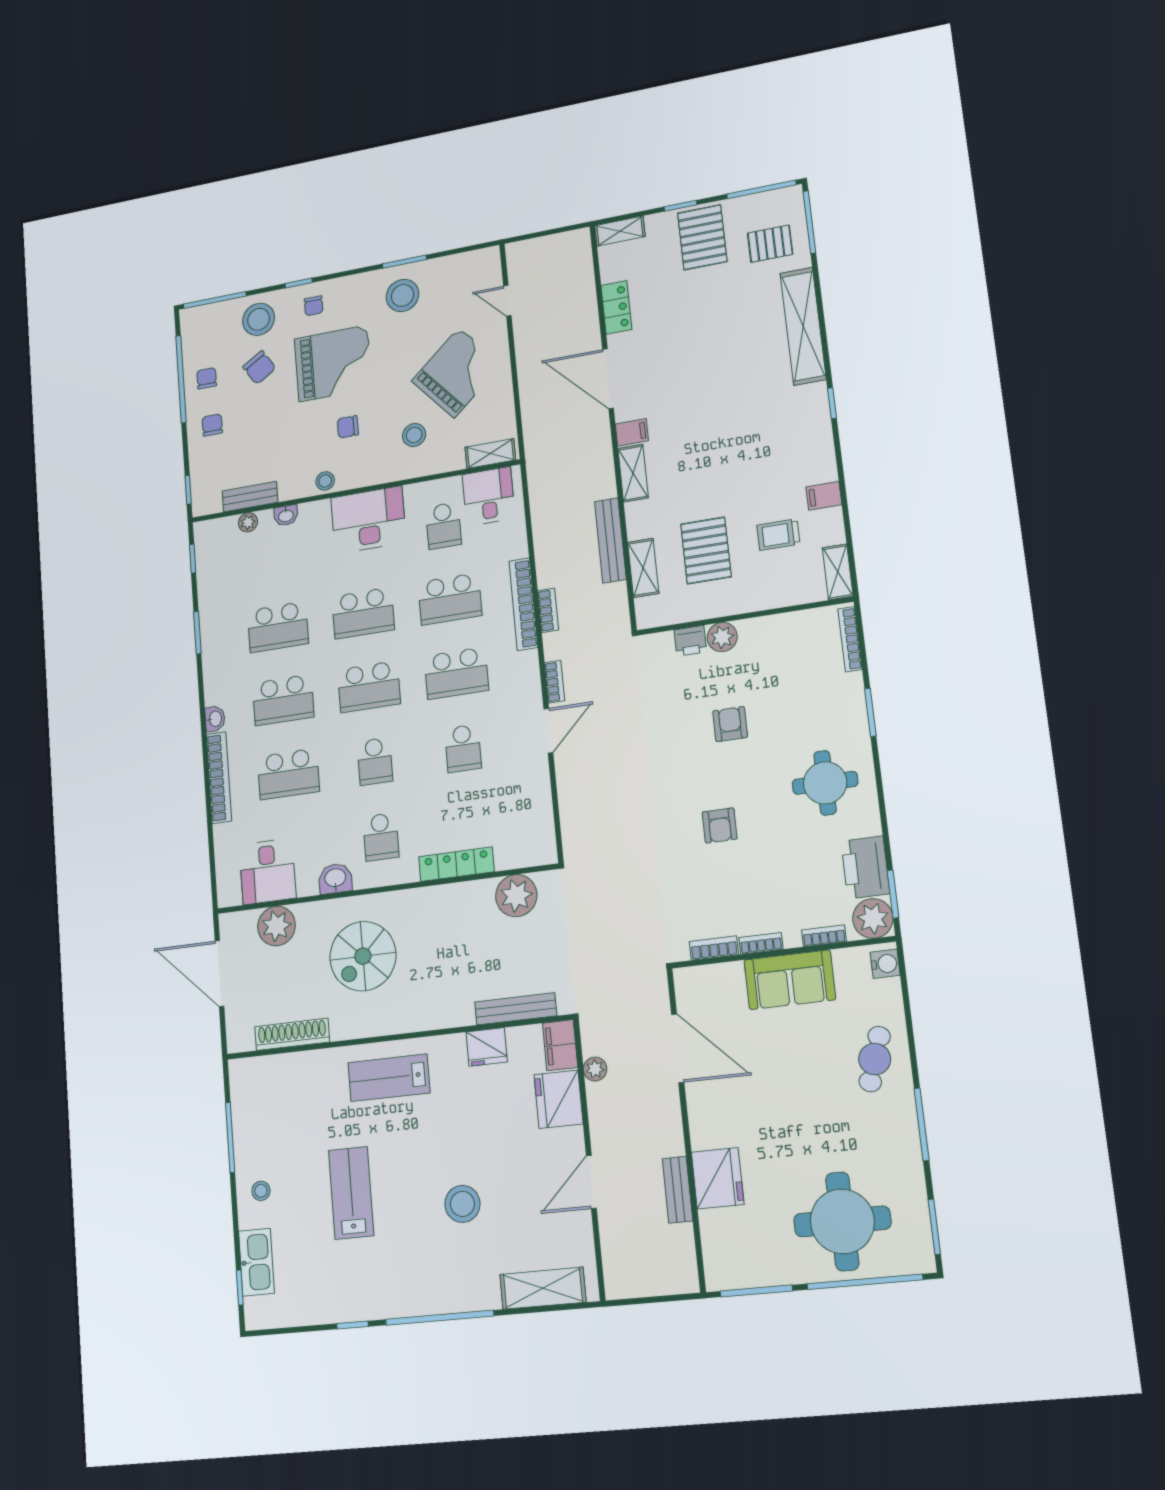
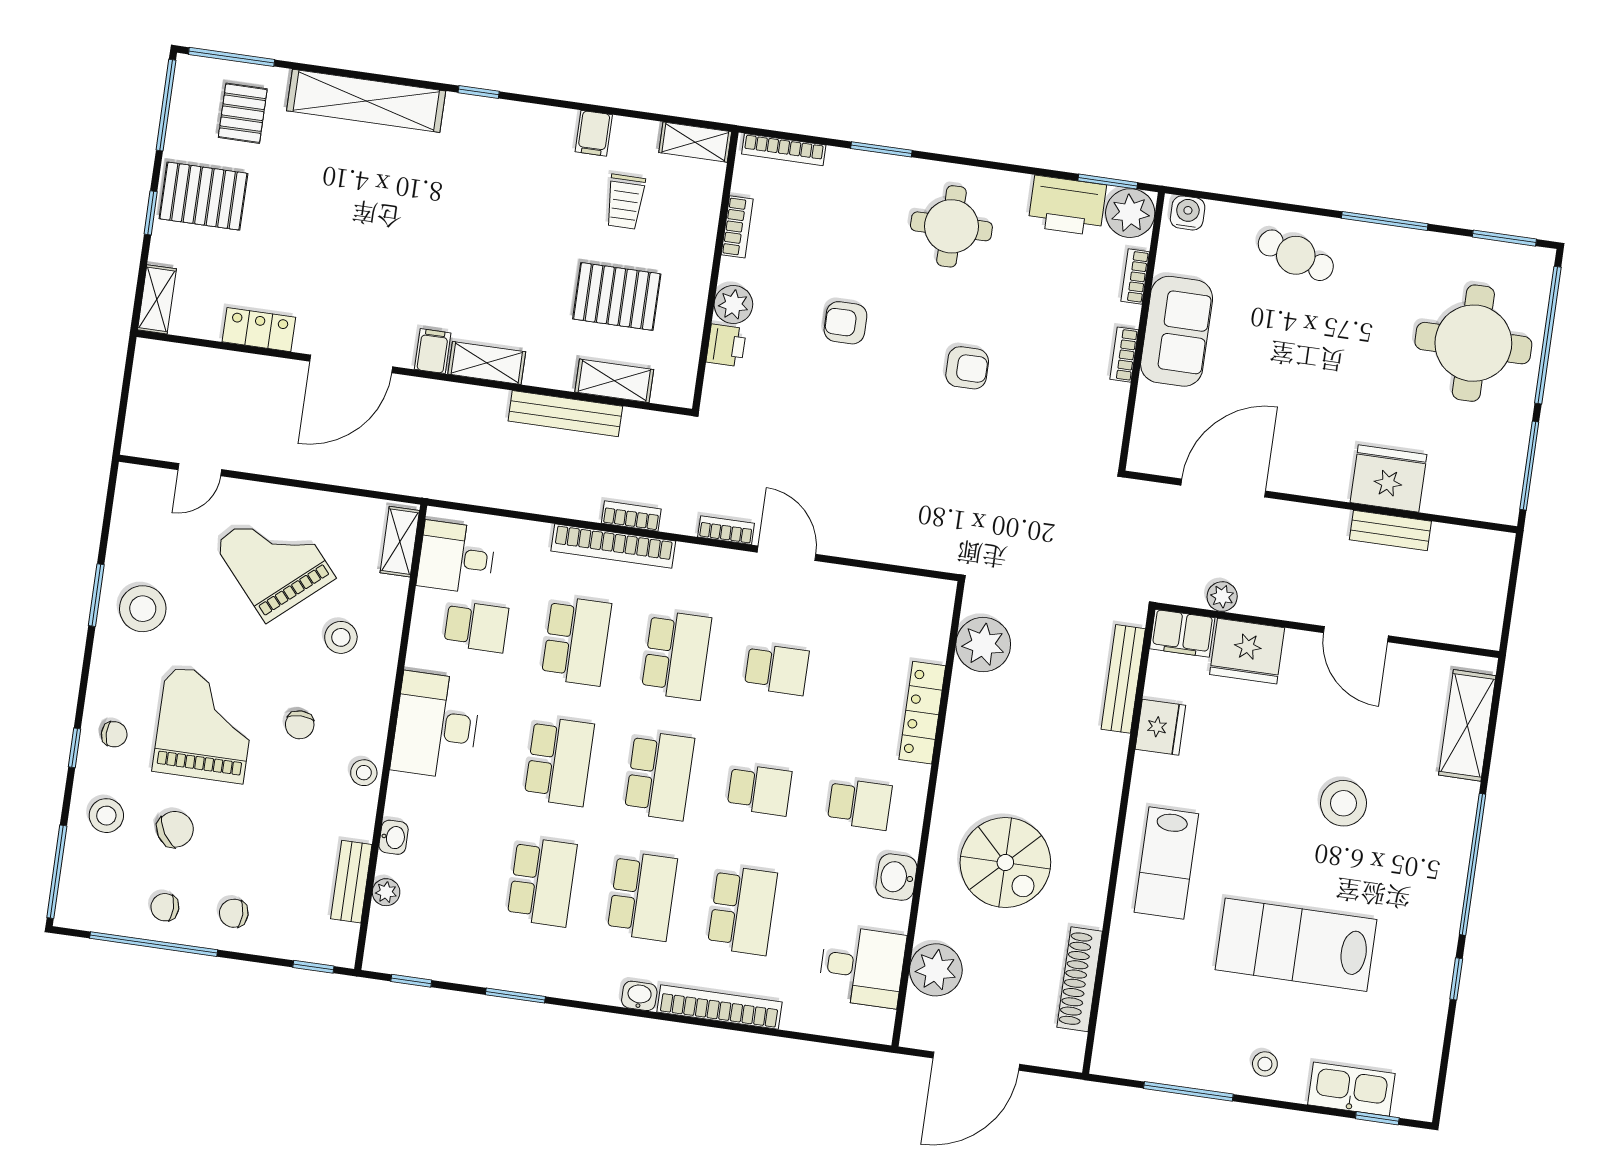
stool: (259, 319) -> (106, 816), width x0.73, depth x0.73
bookcase: (714, 948) -> (737, 227), moved, turned 180
lab bench: (351, 1193) -> (1296, 945), width x1.36, depth x1.39

